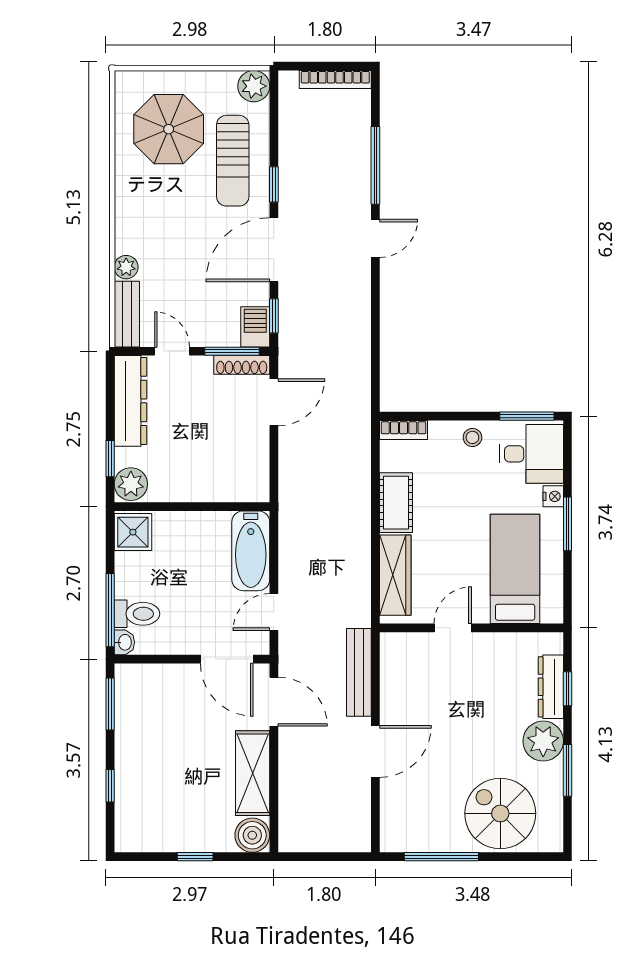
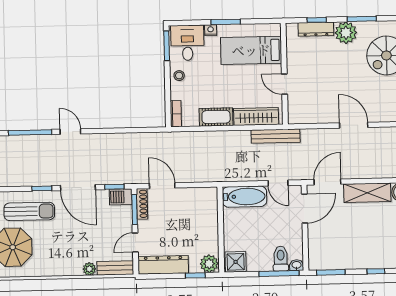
bench: (359, 672) -> (276, 136), moved

